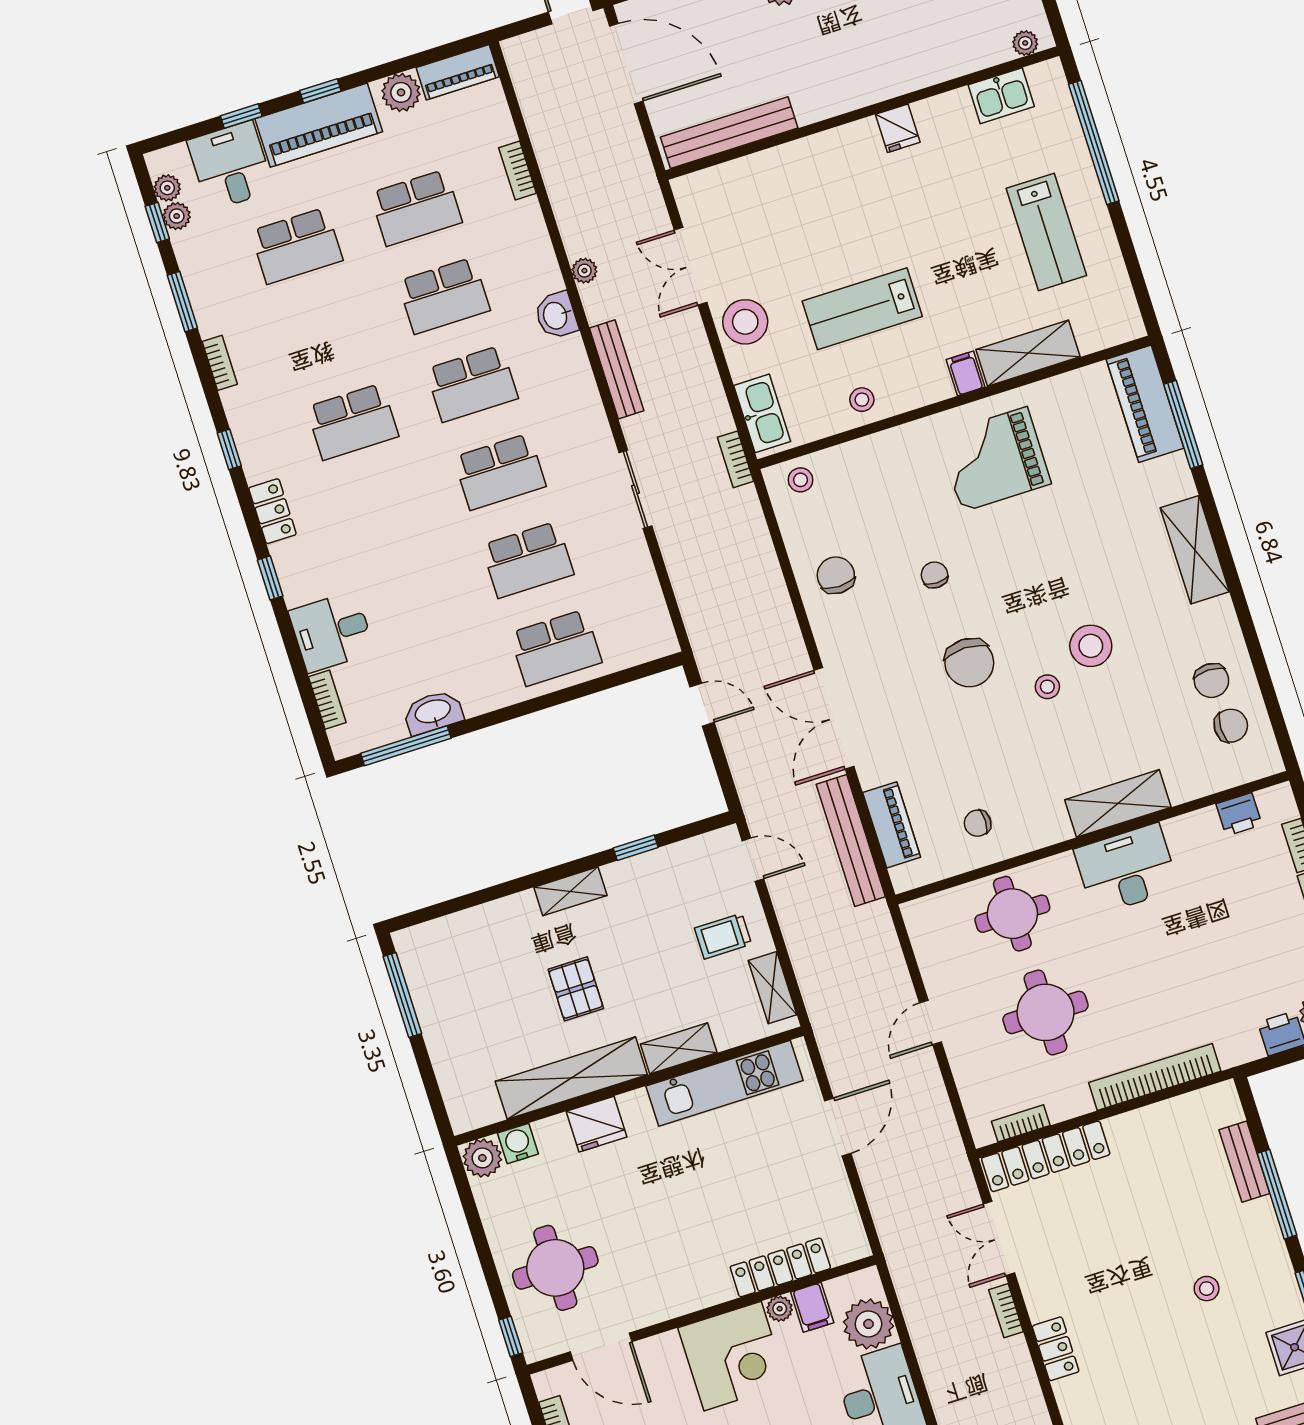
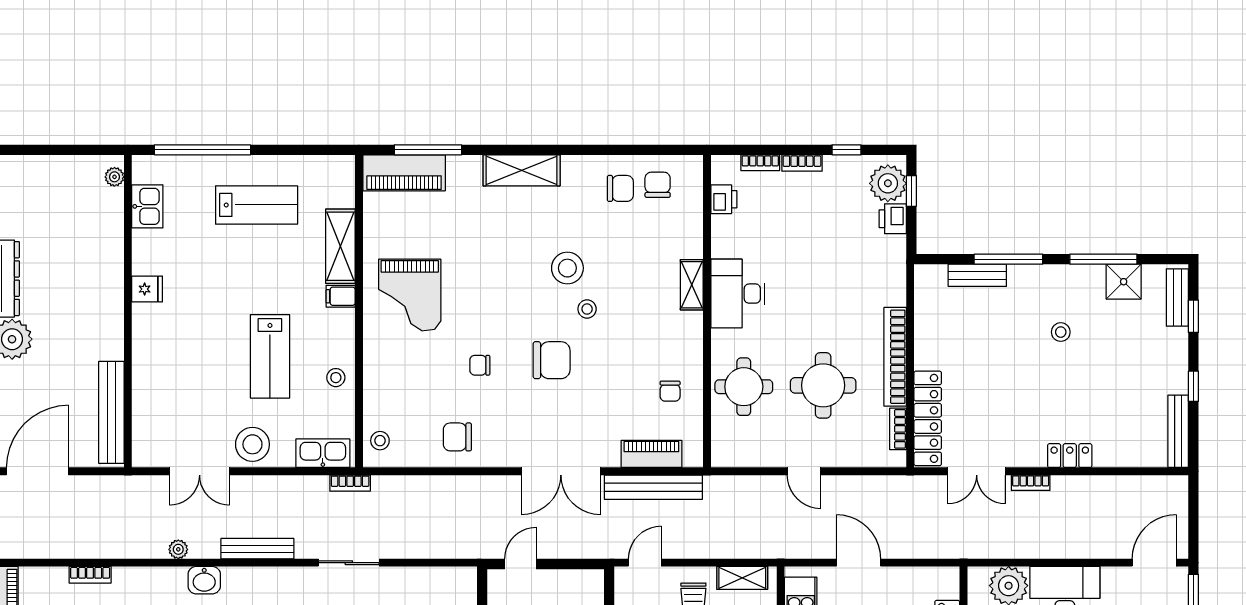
shelving: (1118, 803) -> (692, 285), width x0.67, depth x0.75
bookcase: (1155, 1077) -> (895, 357), moved

